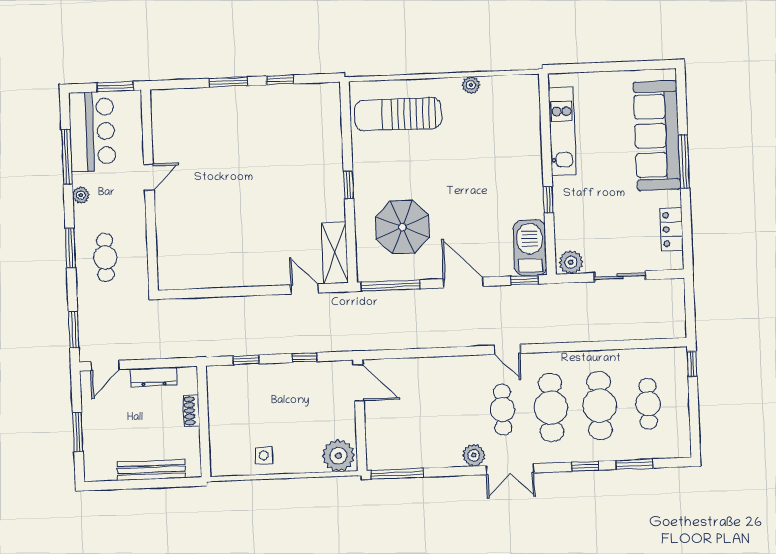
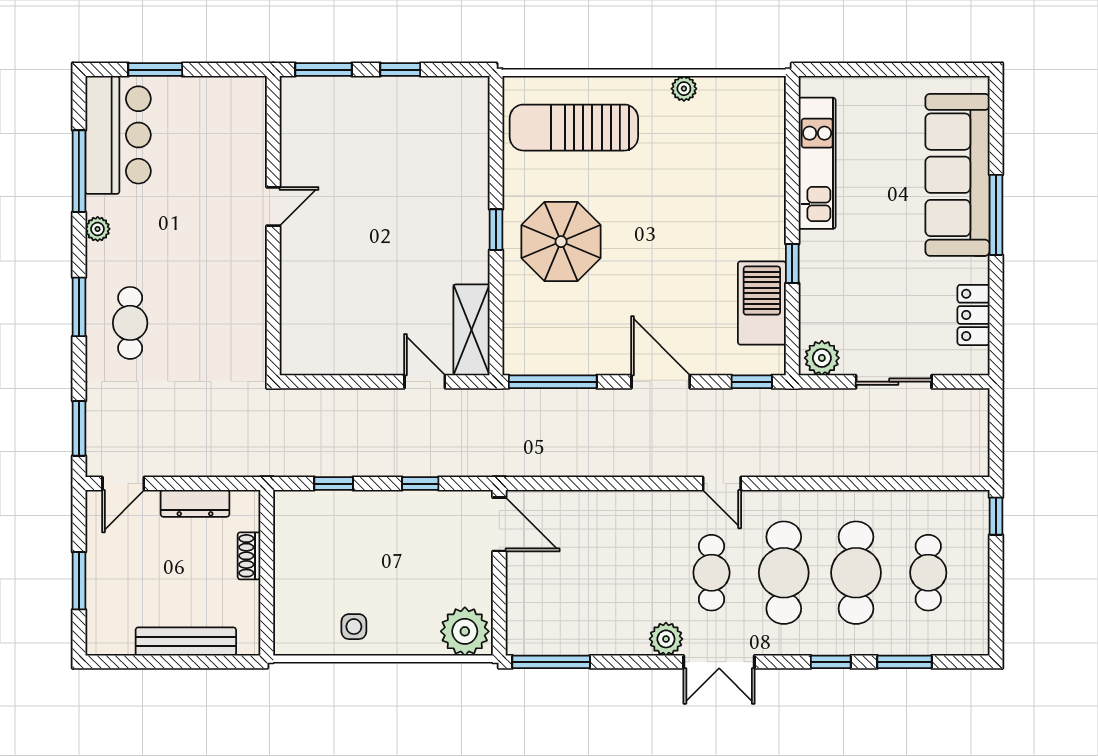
door: (149, 177) -> (273, 206), moved
wall: (150, 190) -> (273, 226), moved
parasol: (403, 227) -> (561, 242), moved
barbecue: (530, 248) -> (762, 303), moved

